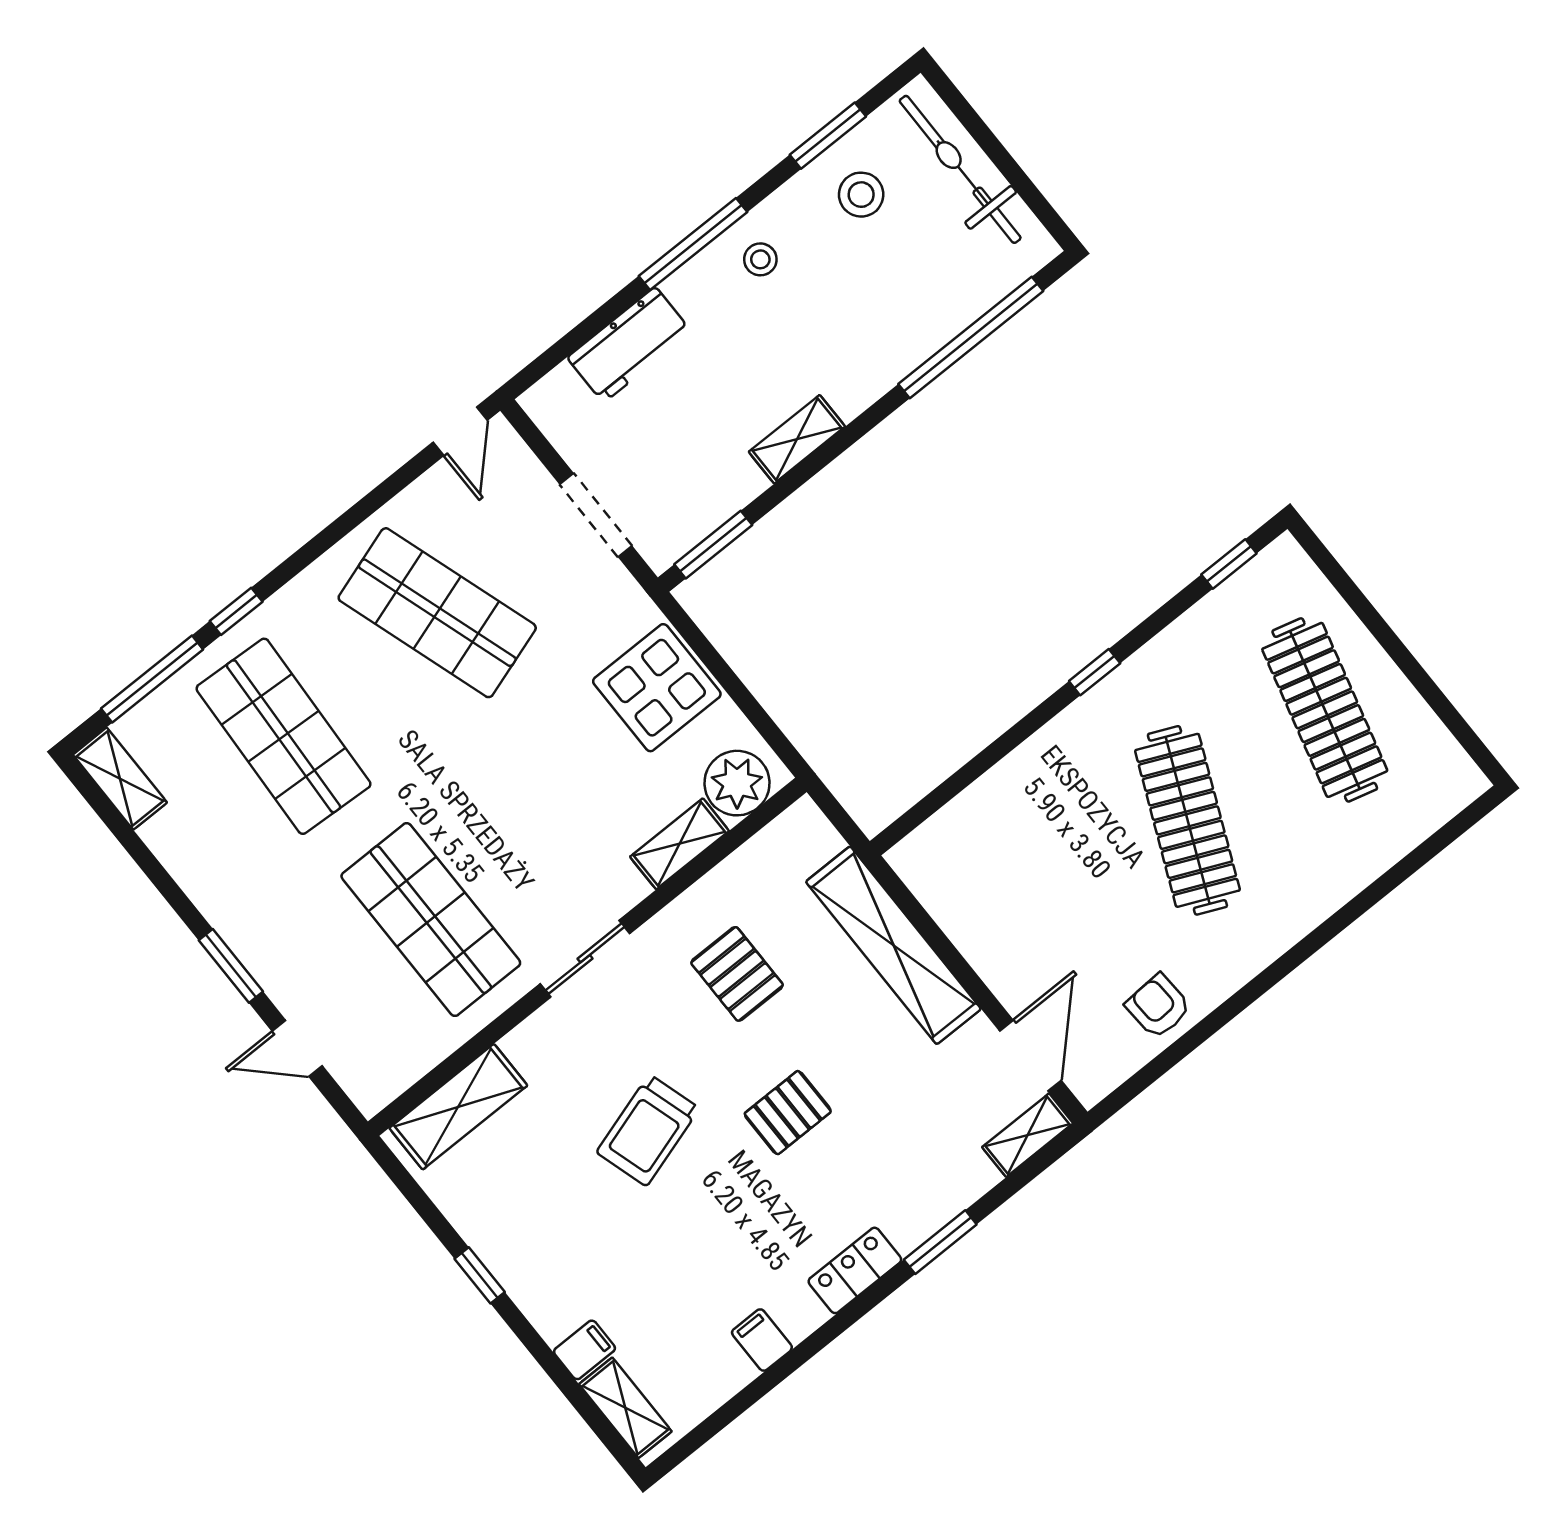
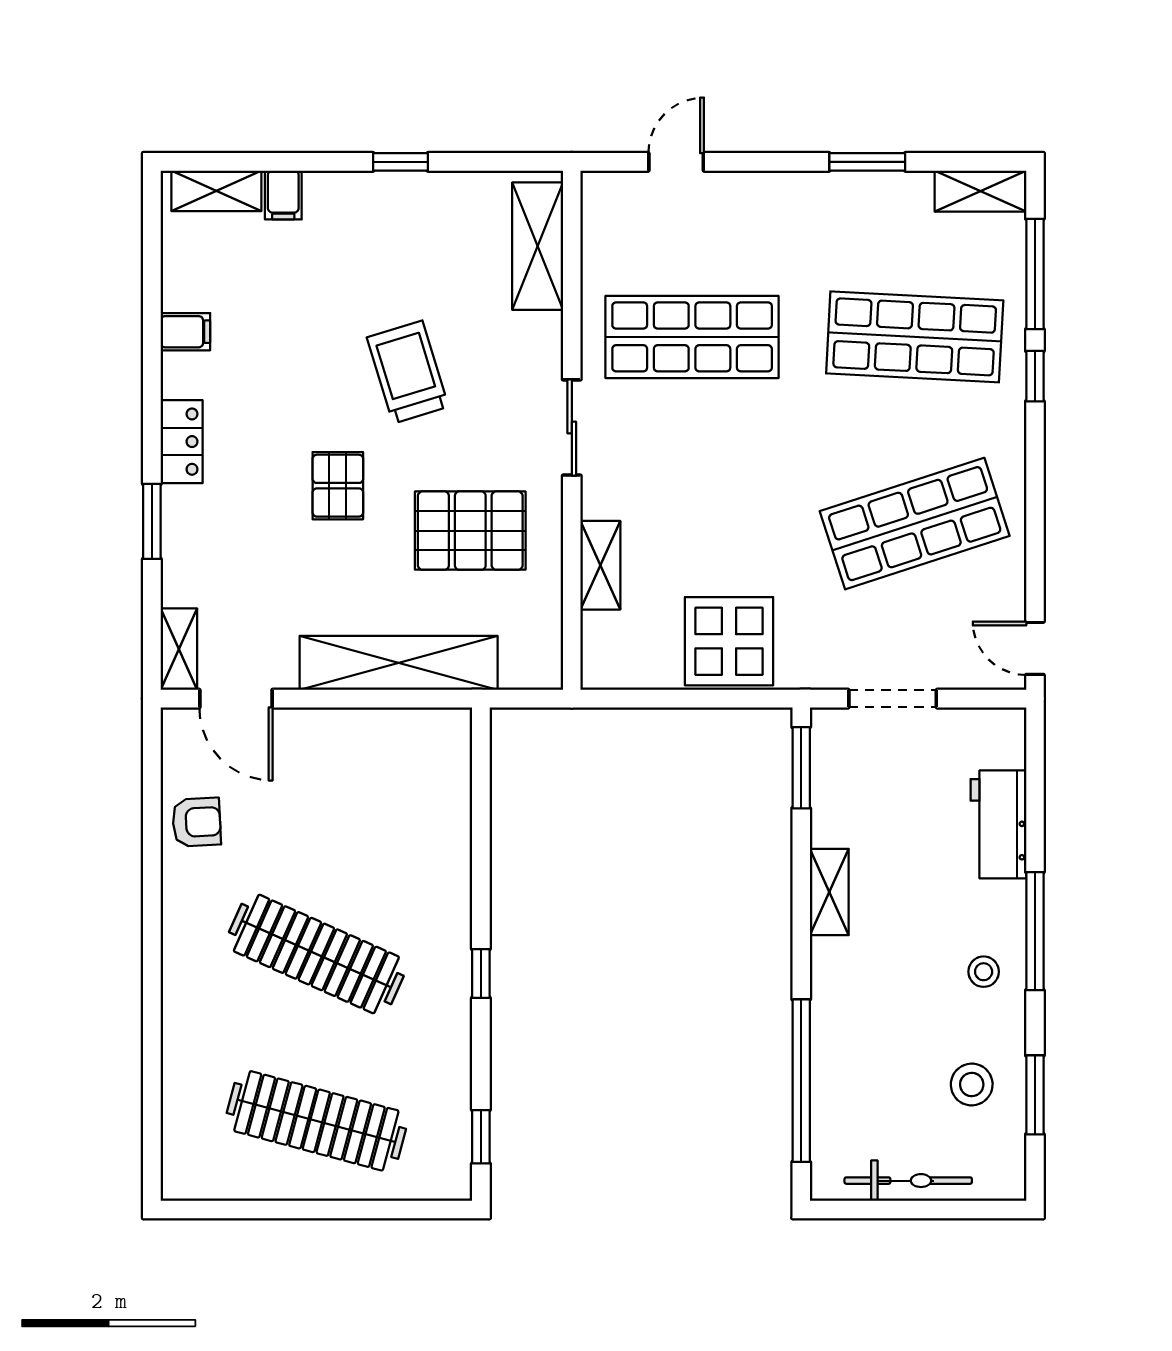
bicycle: (960, 169) -> (908, 1181), width x0.73, depth x0.71
plant: (737, 783) -> (611, 644), removed
window: (231, 966) -> (867, 162), moved
pallet: (737, 974) -> (470, 531), width x1.50, depth x1.42

